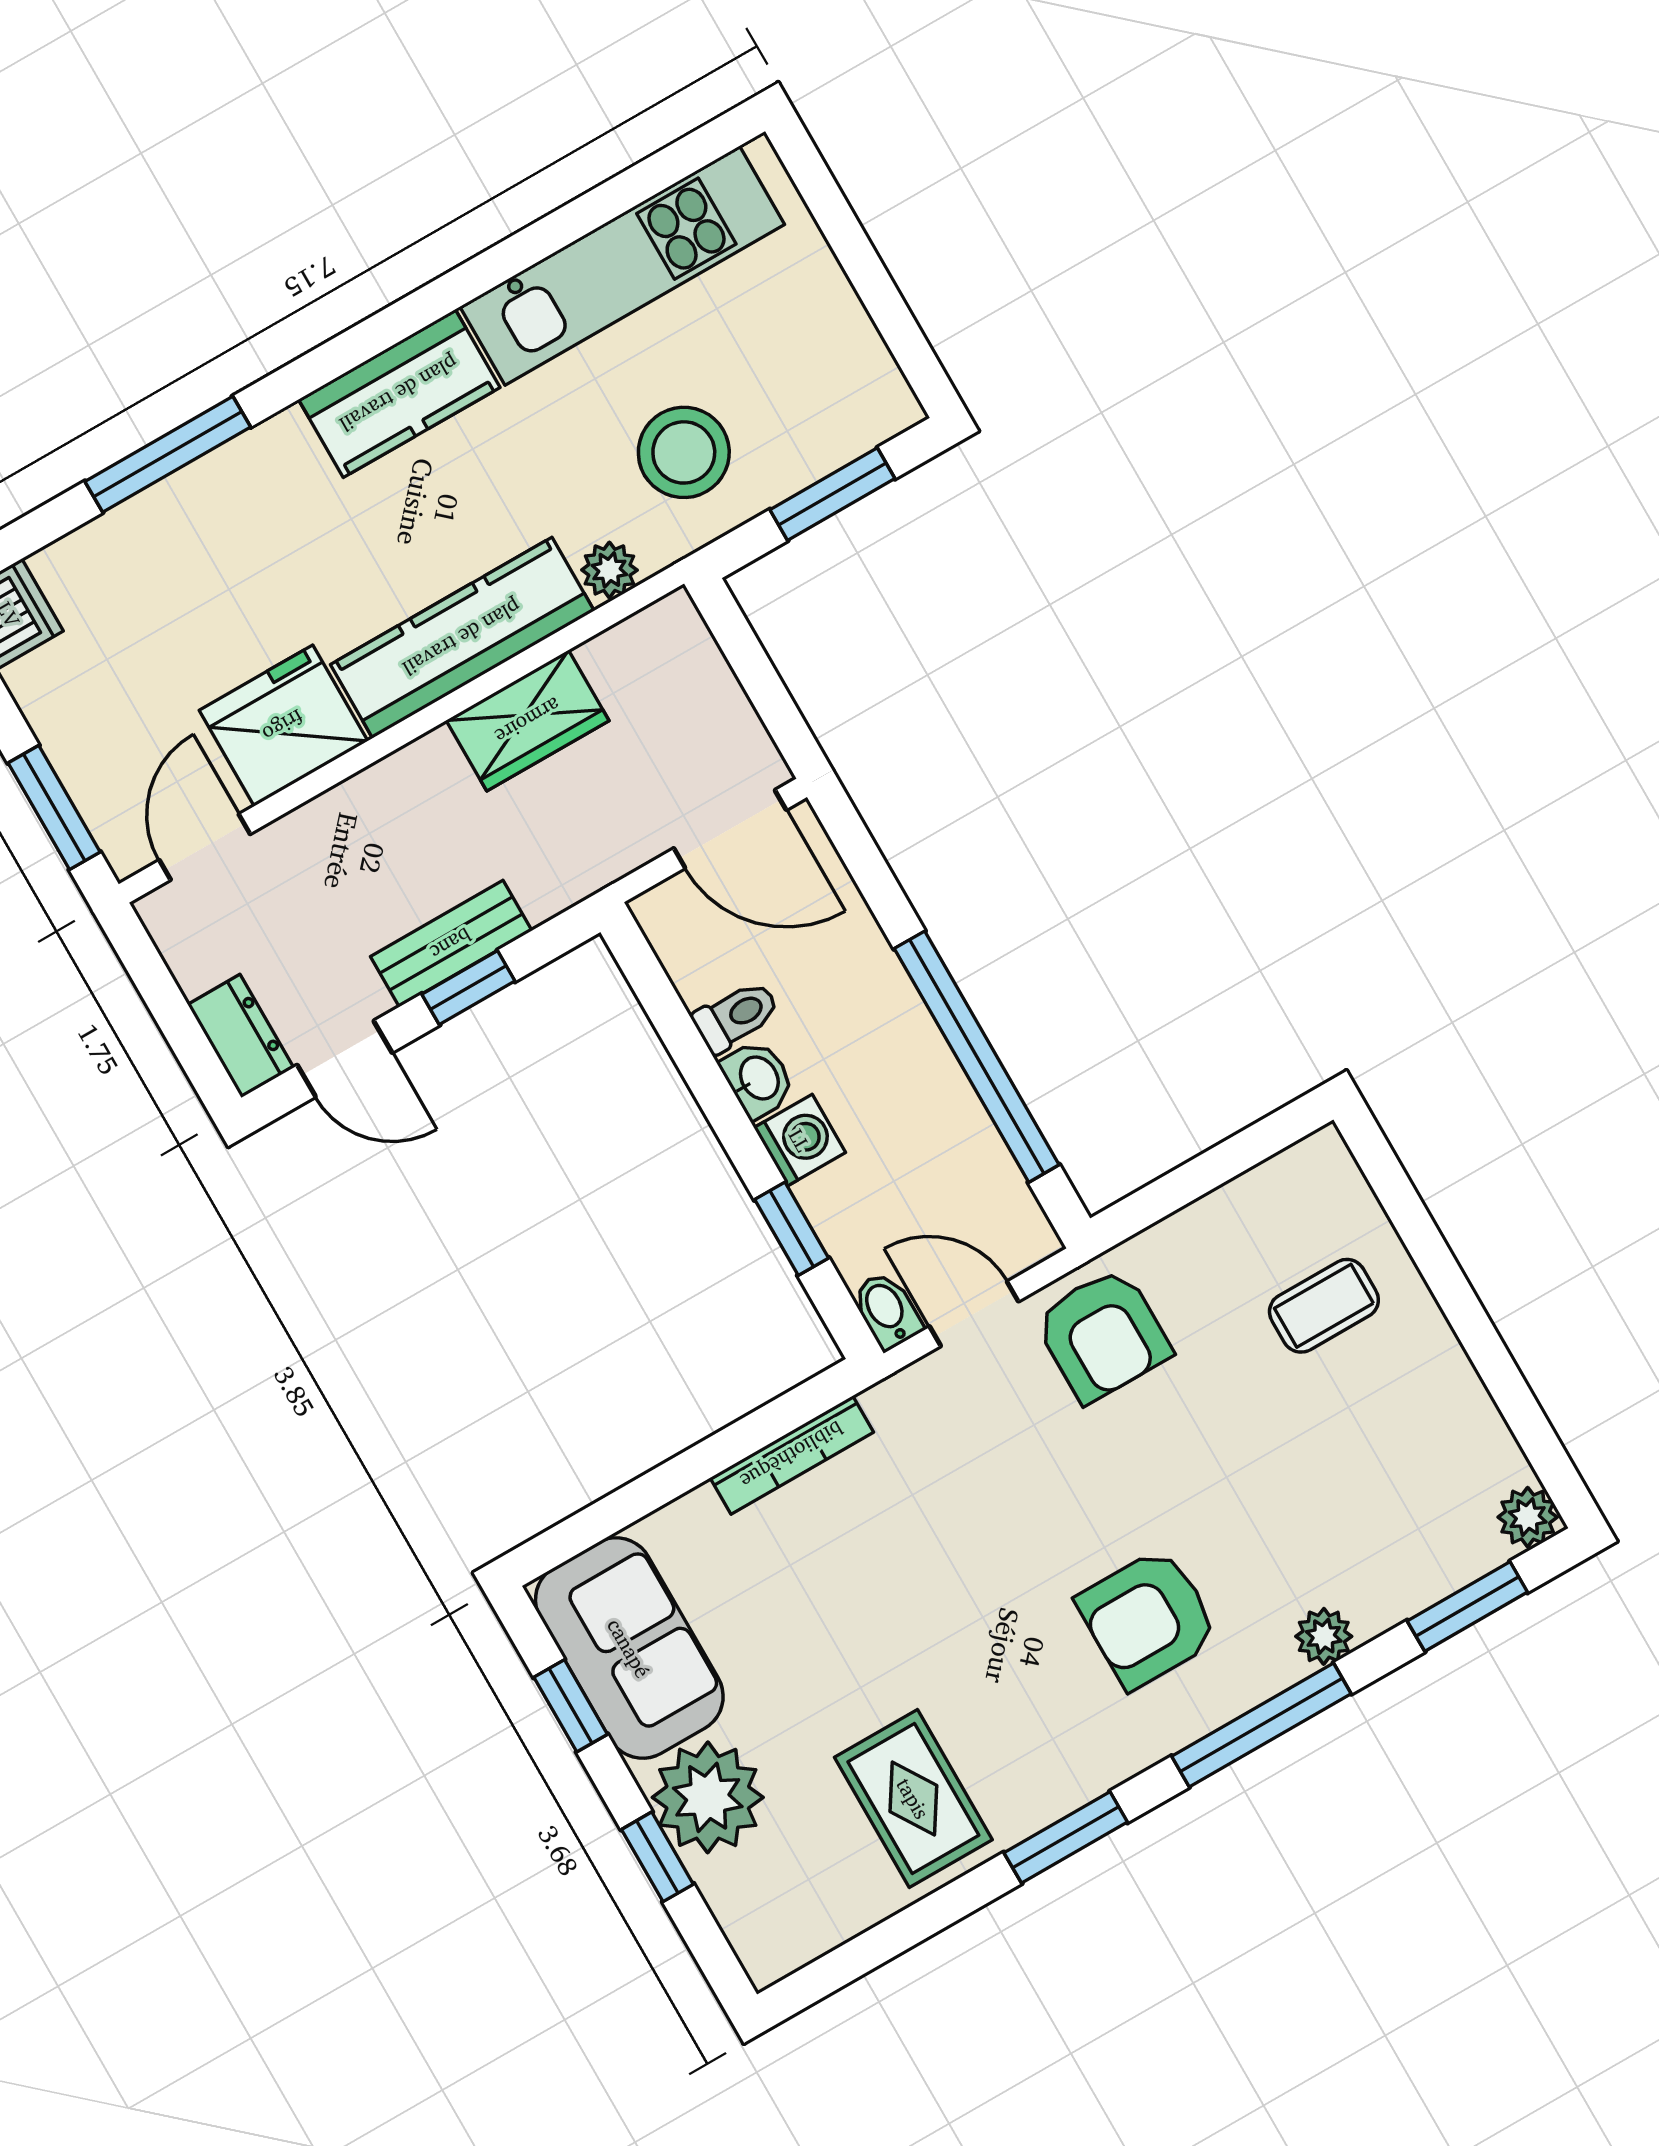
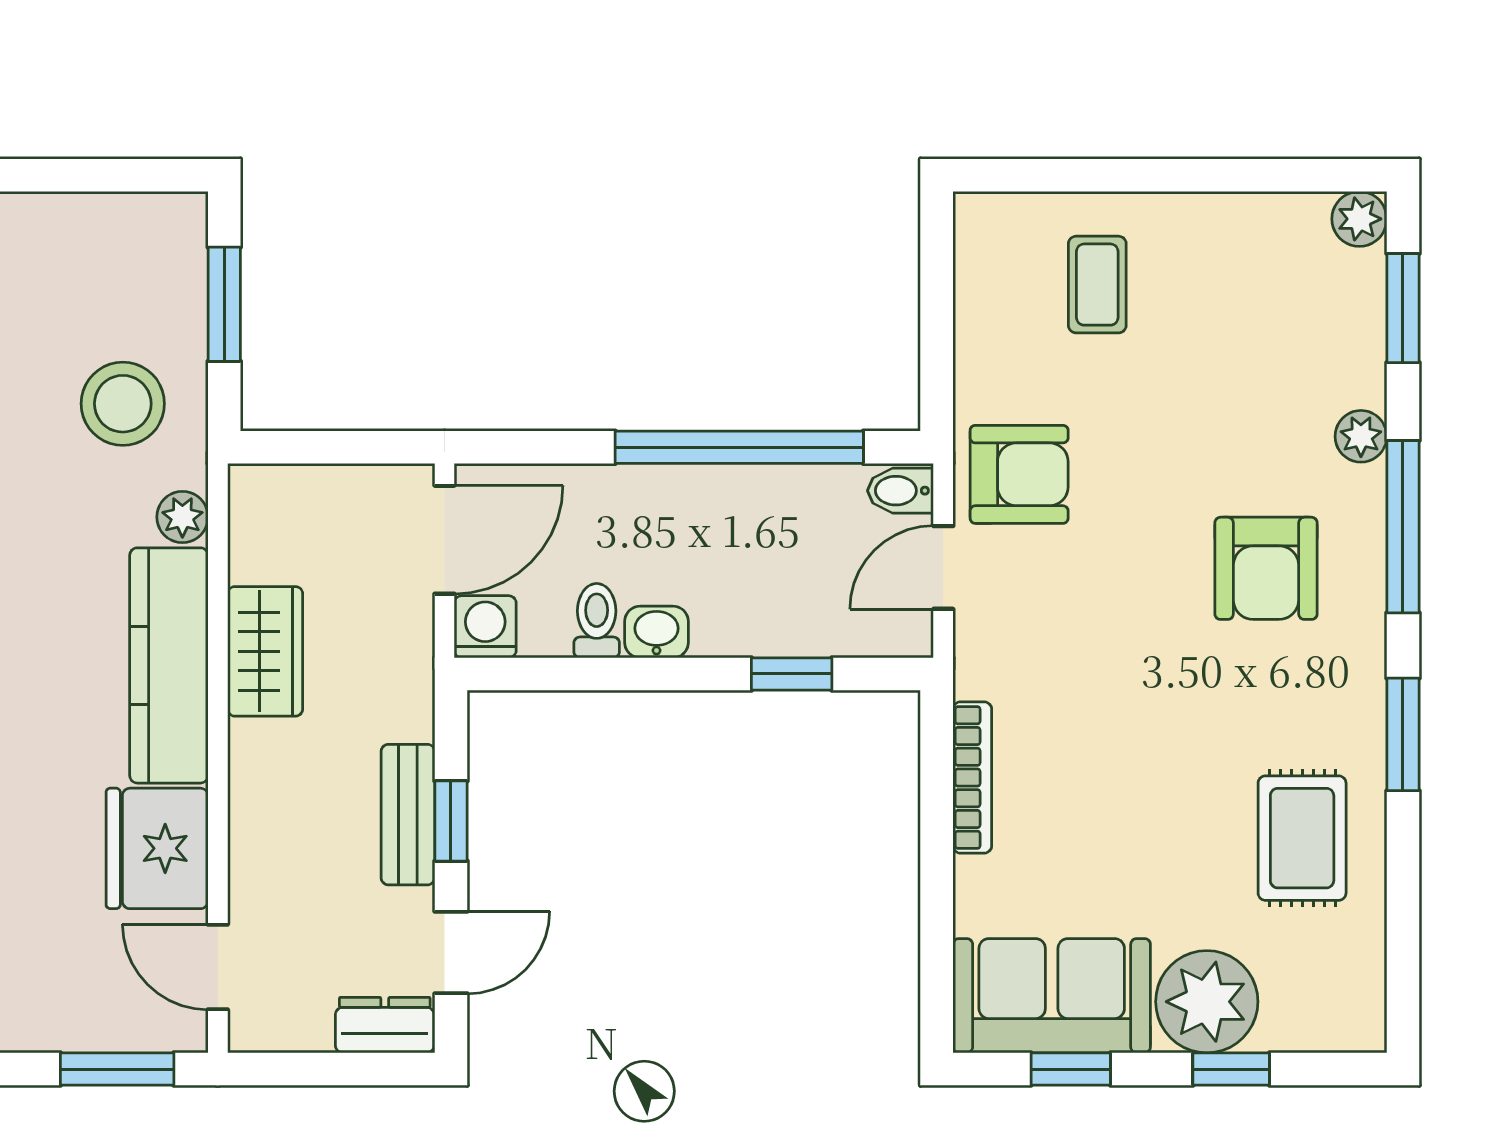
washing machine: (800, 1140) -> (485, 627), moved
bidet: (887, 1310) -> (900, 491), moved
rug: (913, 1798) -> (1302, 838), turned 90

